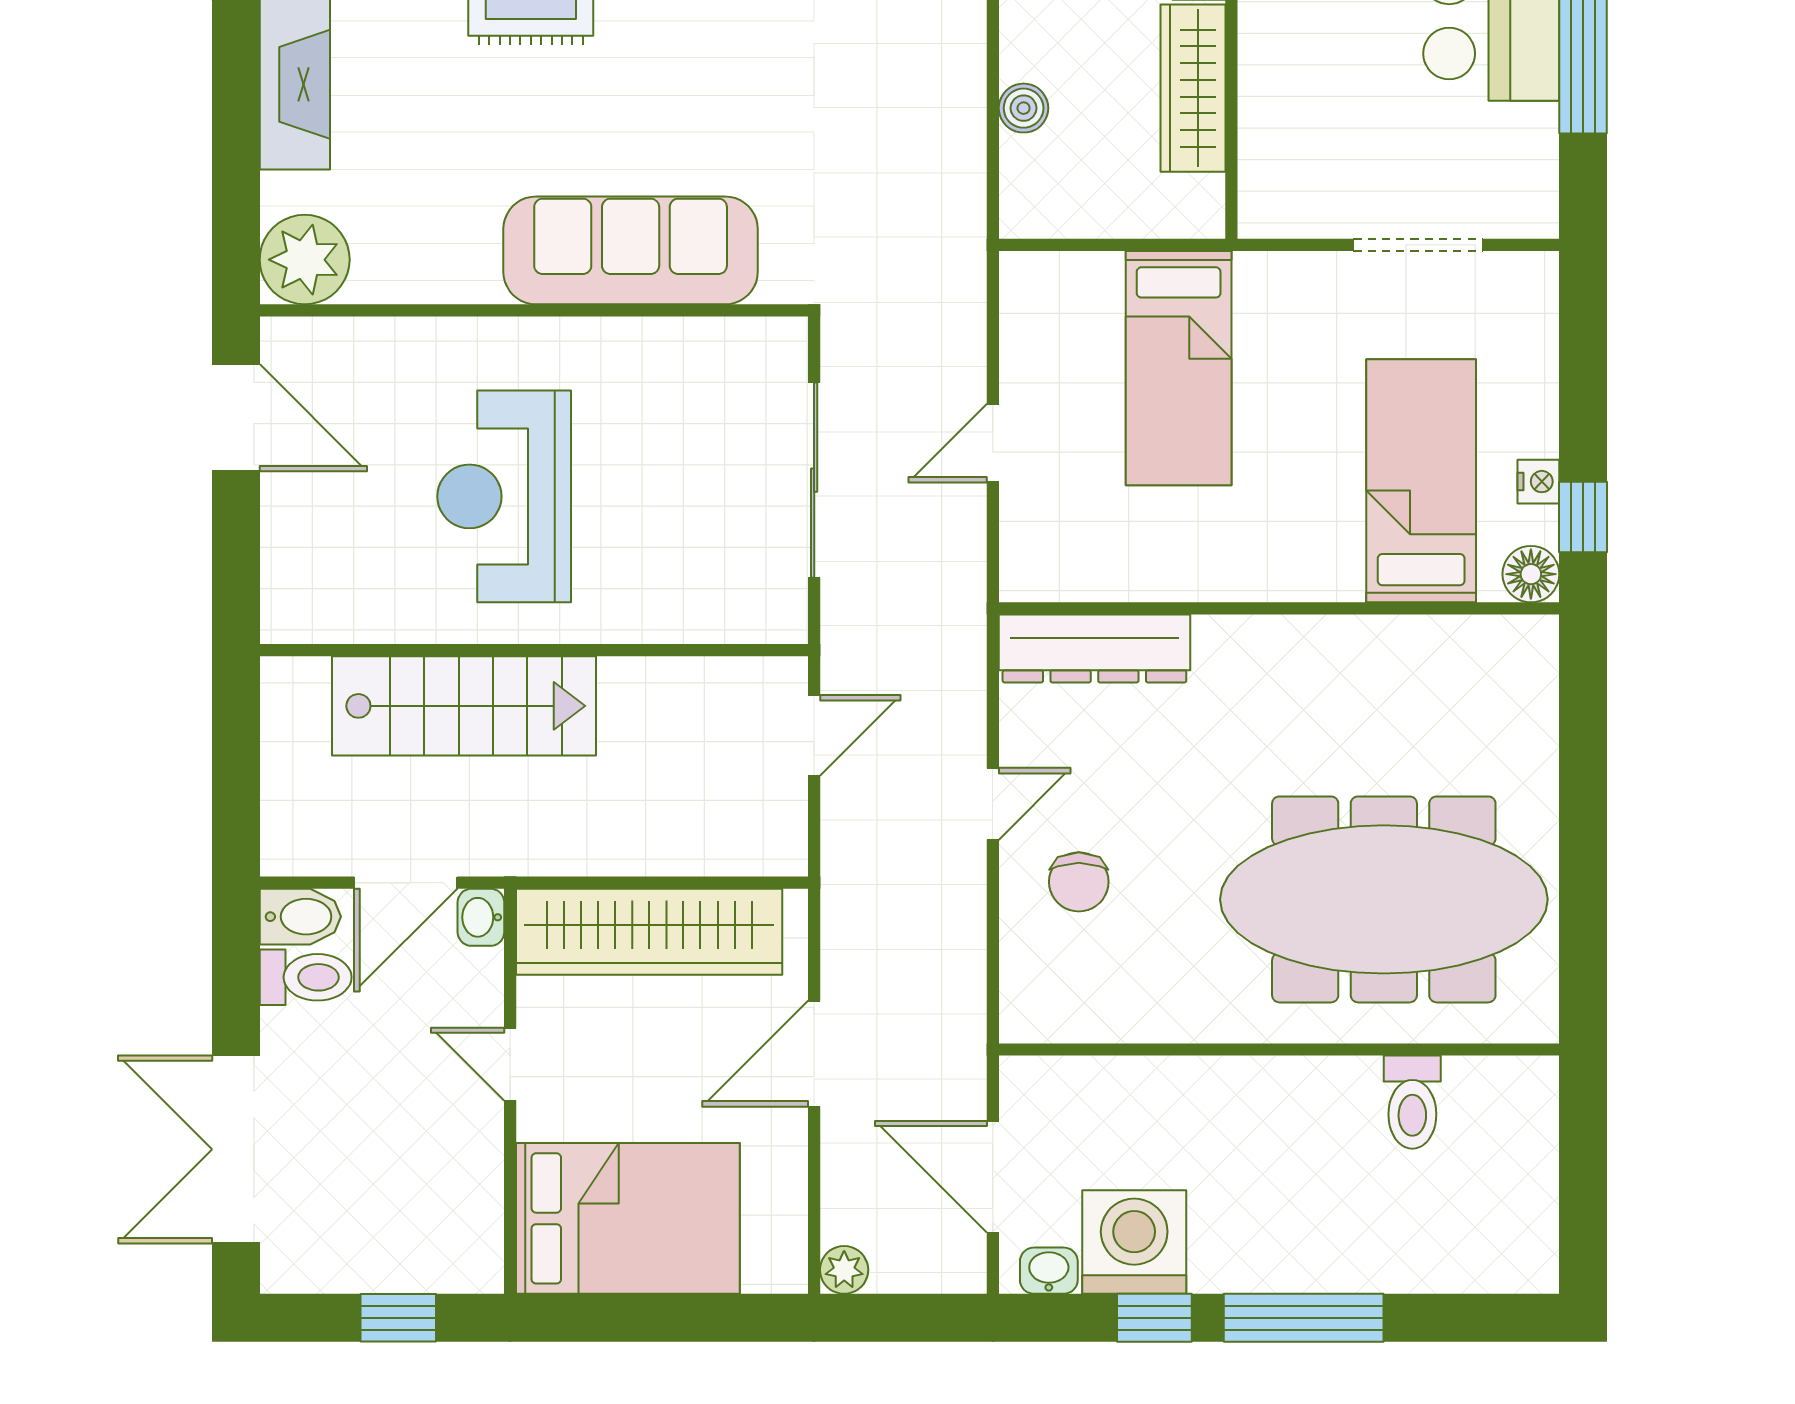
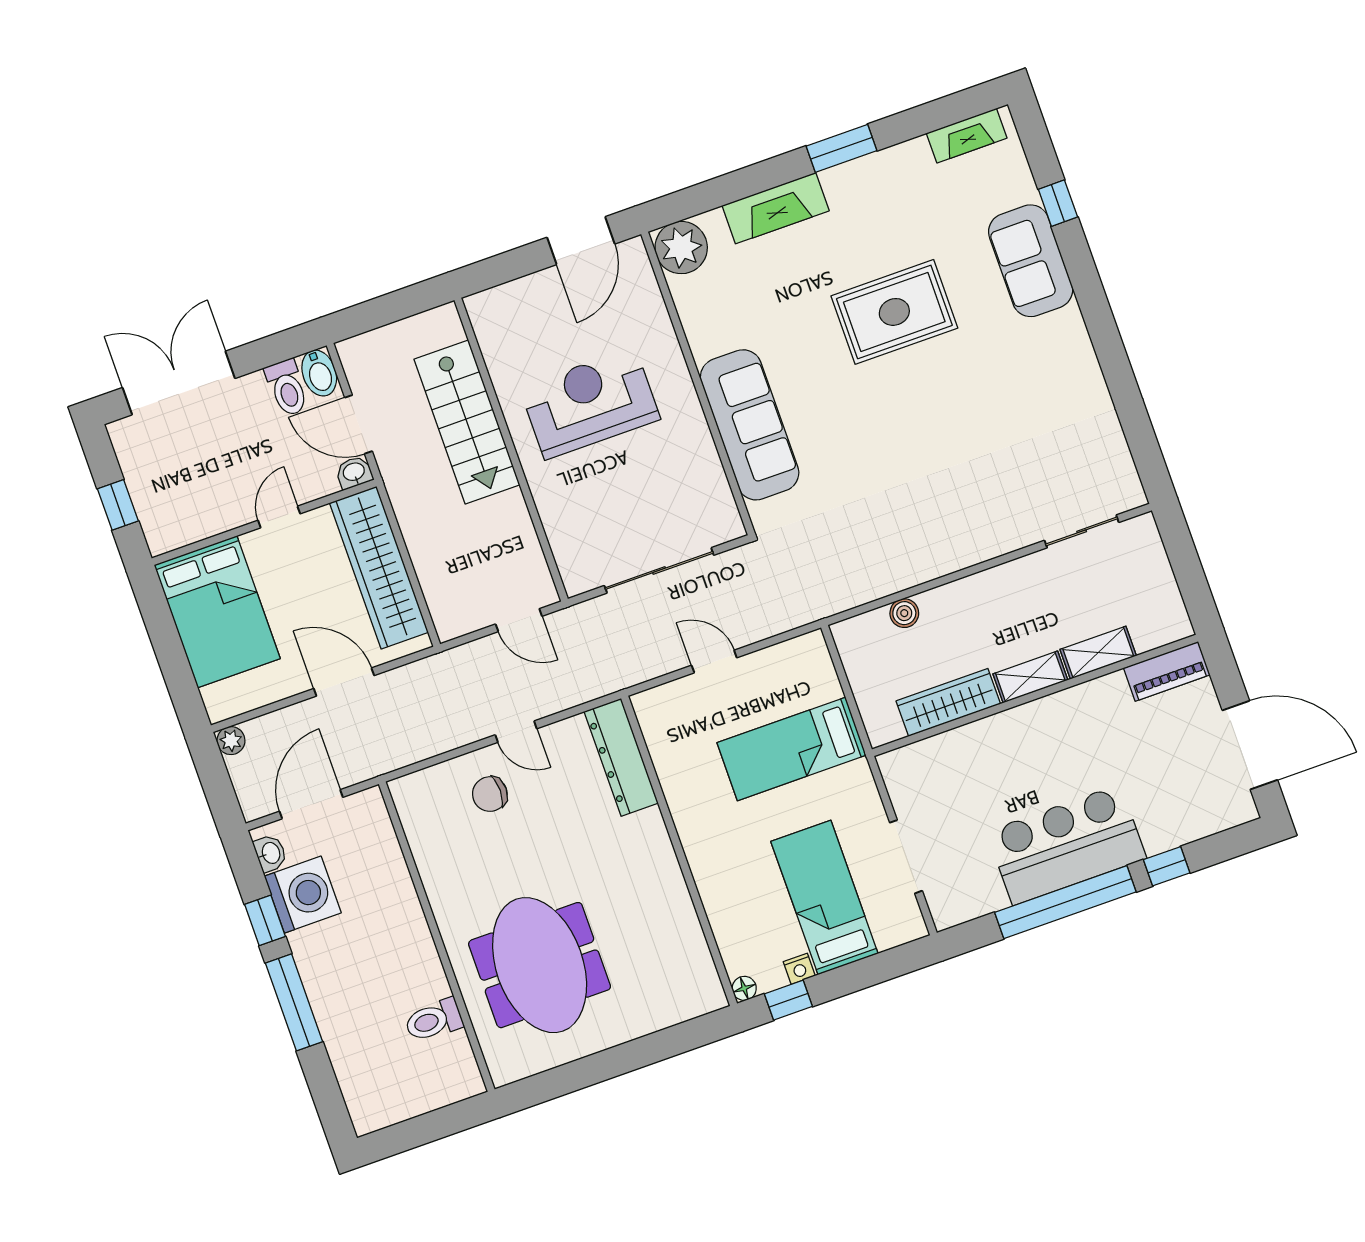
bed: (1421, 481) -> (824, 897), moved, turned -90
floor lamp: (1531, 574) -> (744, 988), width x0.73, depth x0.73
meeting table: (1384, 899) -> (540, 965), width x0.73

